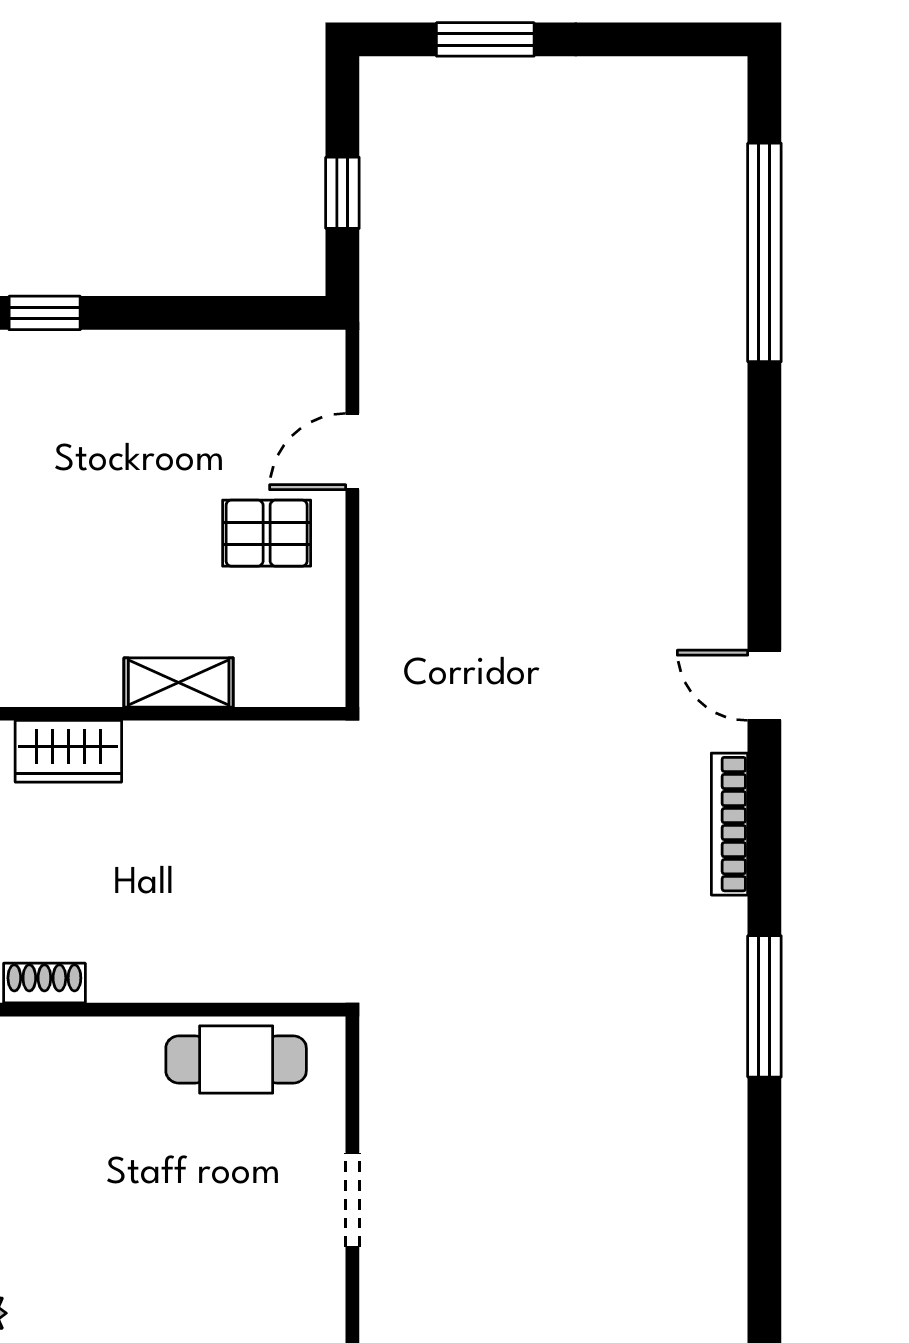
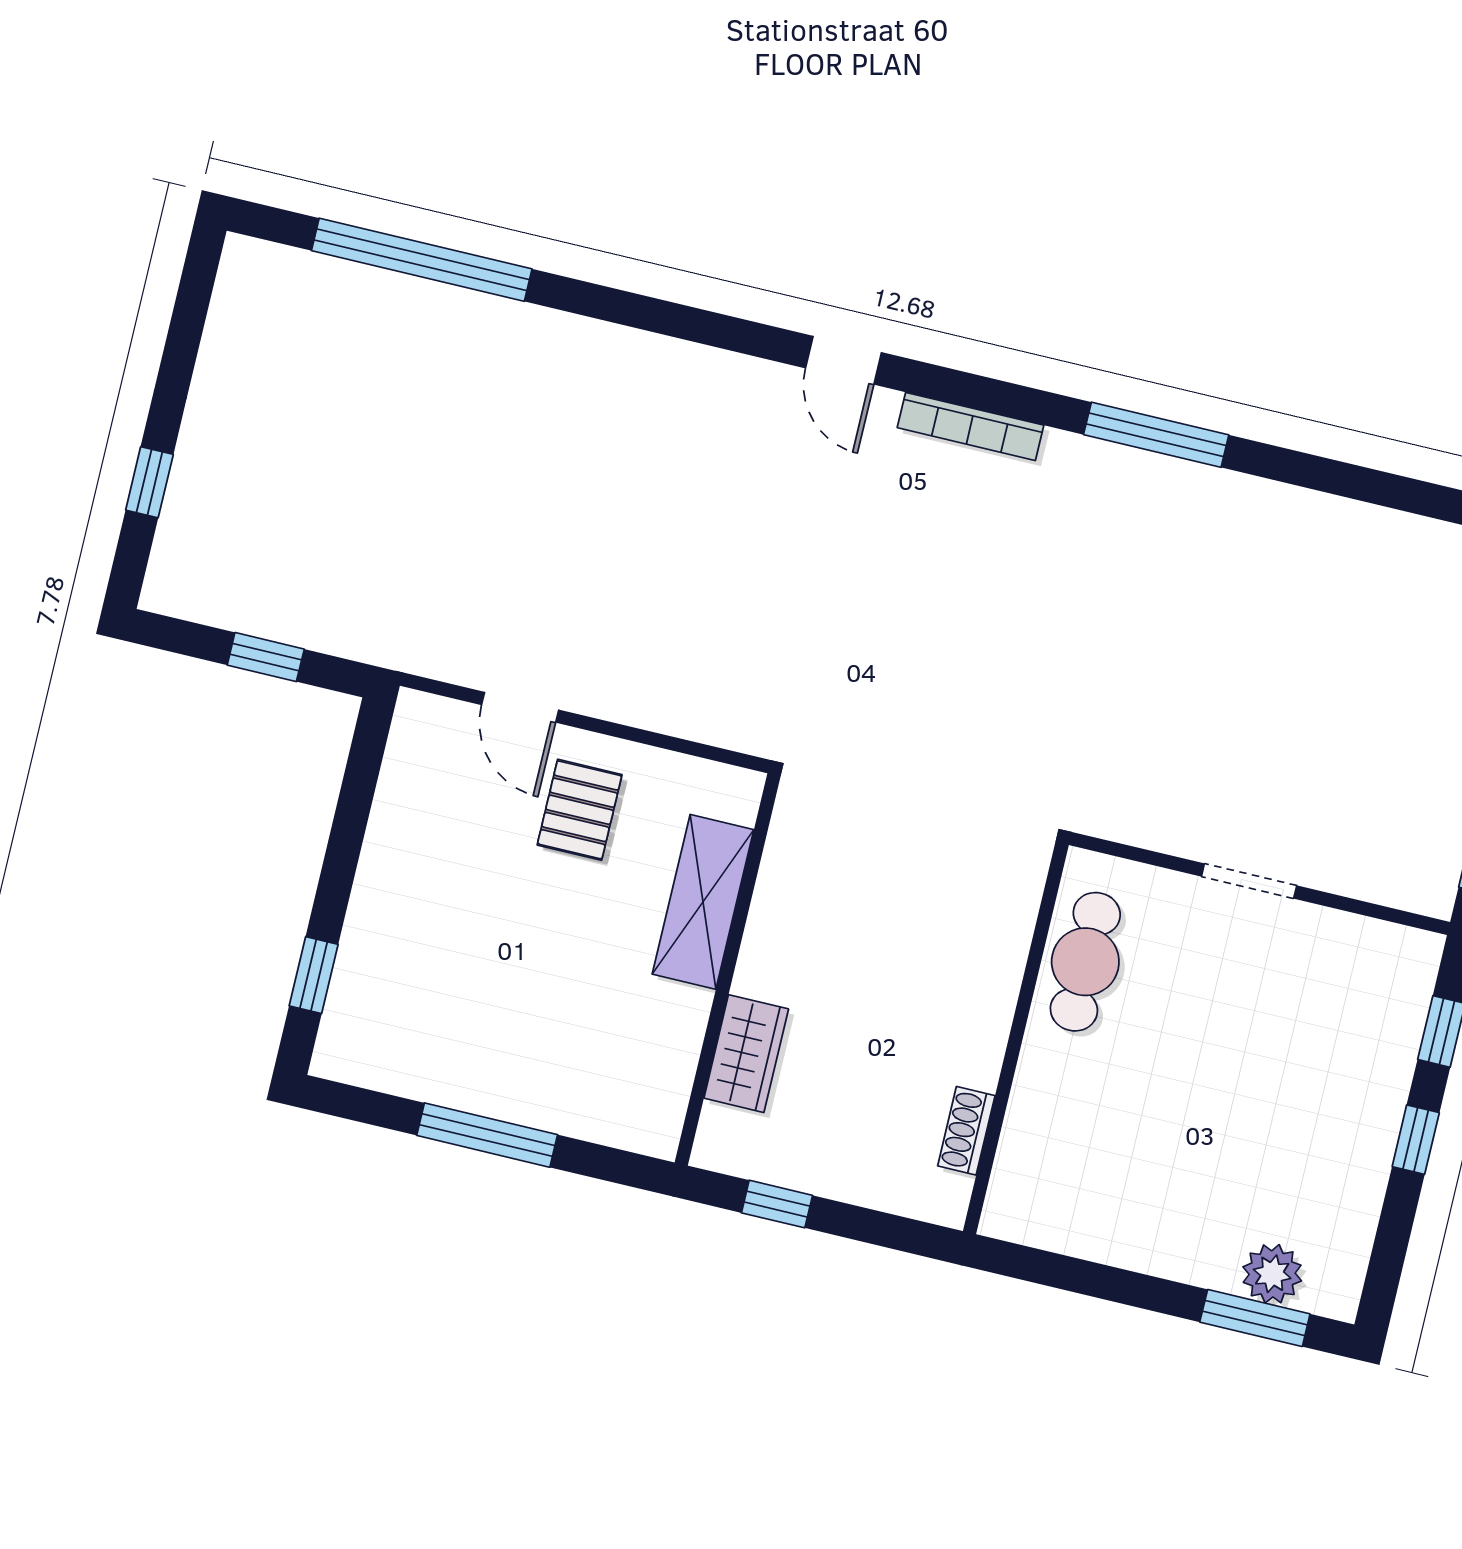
window: (485, 39) -> (149, 482), width x0.67
shelving: (179, 682) -> (703, 902), width x1.50, depth x1.33
door: (764, 685) -> (843, 360), hinge flipped

